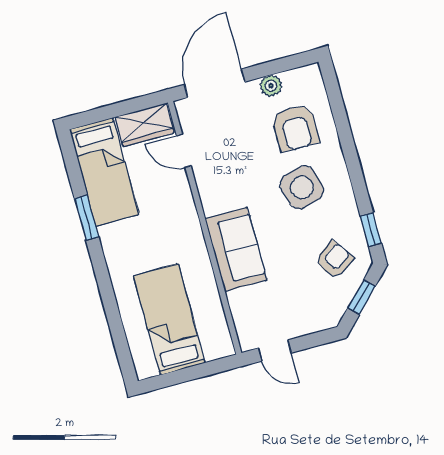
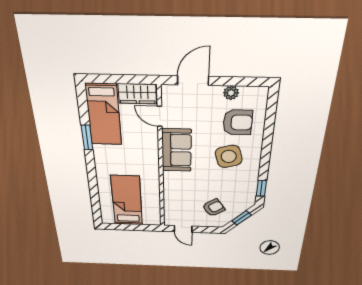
door: (215, 83) -> (193, 81), width x0.73
armchair: (295, 128) -> (238, 122), turned -90
sofa: (236, 249) -> (177, 150), moved
armchair: (334, 260) -> (214, 208), moved

